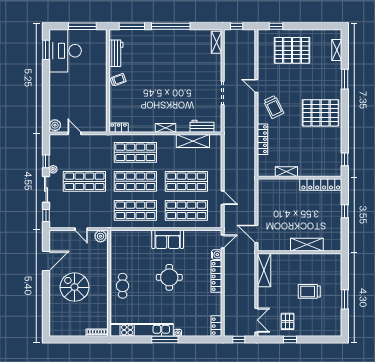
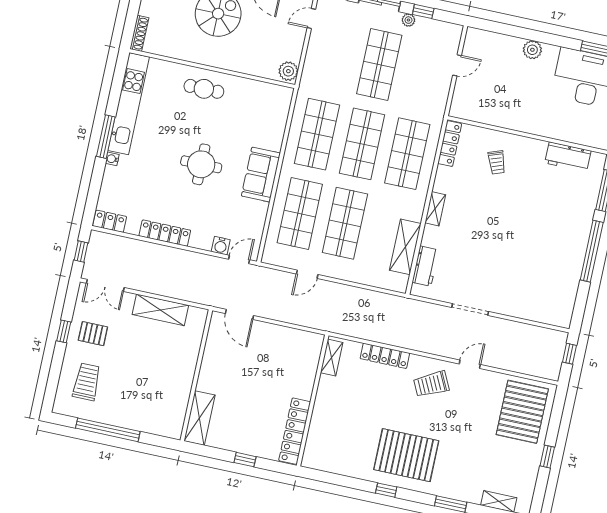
window: (276, 26) -> (547, 457), moved
shelving: (217, 42) -> (551, 317), removed
pallet: (292, 50) -> (522, 412), moved
trolley: (118, 80) -> (497, 162), moved
pallet: (321, 113) -> (406, 455), turned 90
plant: (55, 125) -> (532, 50), moved
locker: (119, 128) -> (450, 144), width x1.53
window: (345, 159) -> (386, 490), moved
shelving: (286, 172) -> (332, 358), moved
door: (81, 229) -> (311, 18), moved
door: (256, 234) -> (239, 314), swing flipped
door: (223, 241) -> (239, 259), swing flipped
shelving: (307, 245) -> (200, 418), moved
shelving: (264, 270) -> (160, 310), moved
locker: (216, 276) -> (165, 233), moved
trolley: (309, 291) -> (87, 382), moved
window: (345, 299) -> (108, 430), width x2.11

